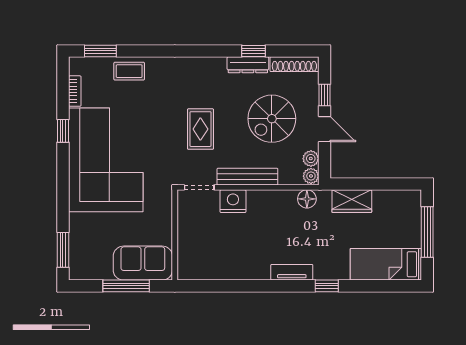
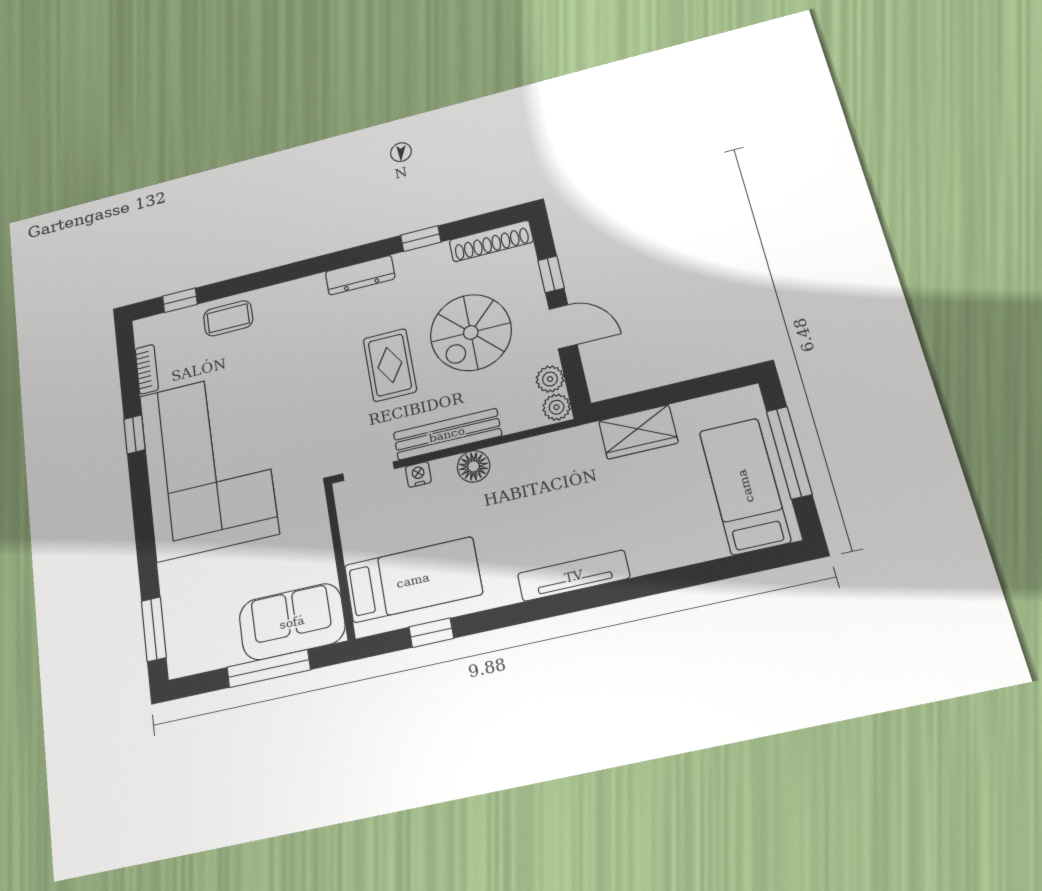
window: (100, 51) -> (180, 300), width x0.67
dresser: (248, 65) -> (360, 275), moved
rug: (200, 129) -> (390, 365), moved
floor lamp: (307, 199) -> (474, 466), moved
nightstand: (233, 201) -> (418, 474), width x0.53, depth x0.56
bed: (214, 255) -> (413, 580), added
bed: (386, 264) -> (745, 486), moved, turned 90
tv unit: (292, 272) -> (574, 576), width x1.41
window: (327, 286) -> (431, 633), moved

